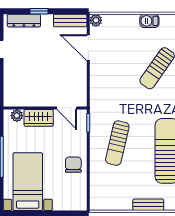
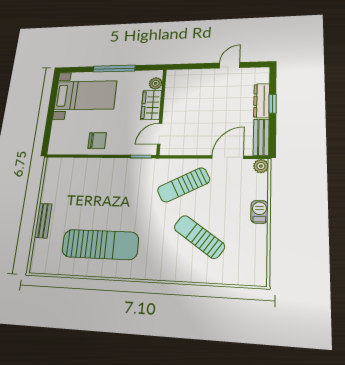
dresser: (24, 21) -> (262, 101), moved
barbecue: (149, 21) -> (259, 212), moved
sun lounger: (117, 143) -> (184, 185), moved, turned -40

